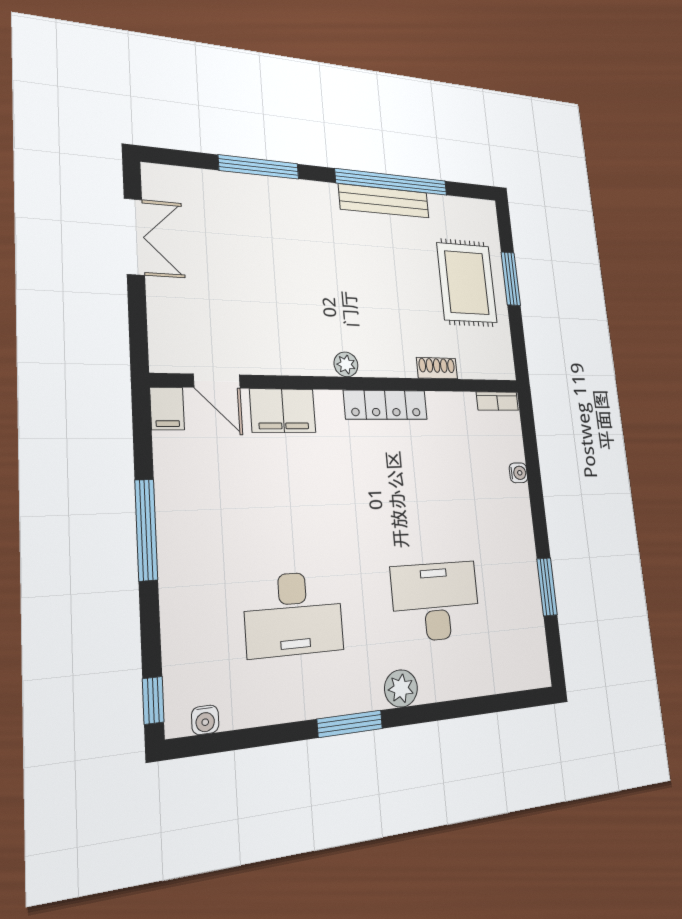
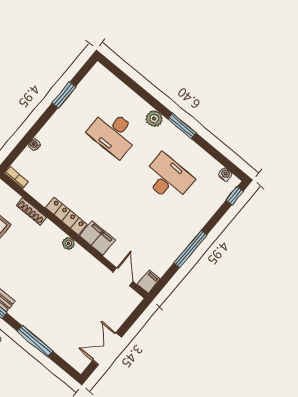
shoe rack: (437, 368) -> (31, 211), width x1.43
filing cabinet: (283, 411) -> (97, 238), moved

